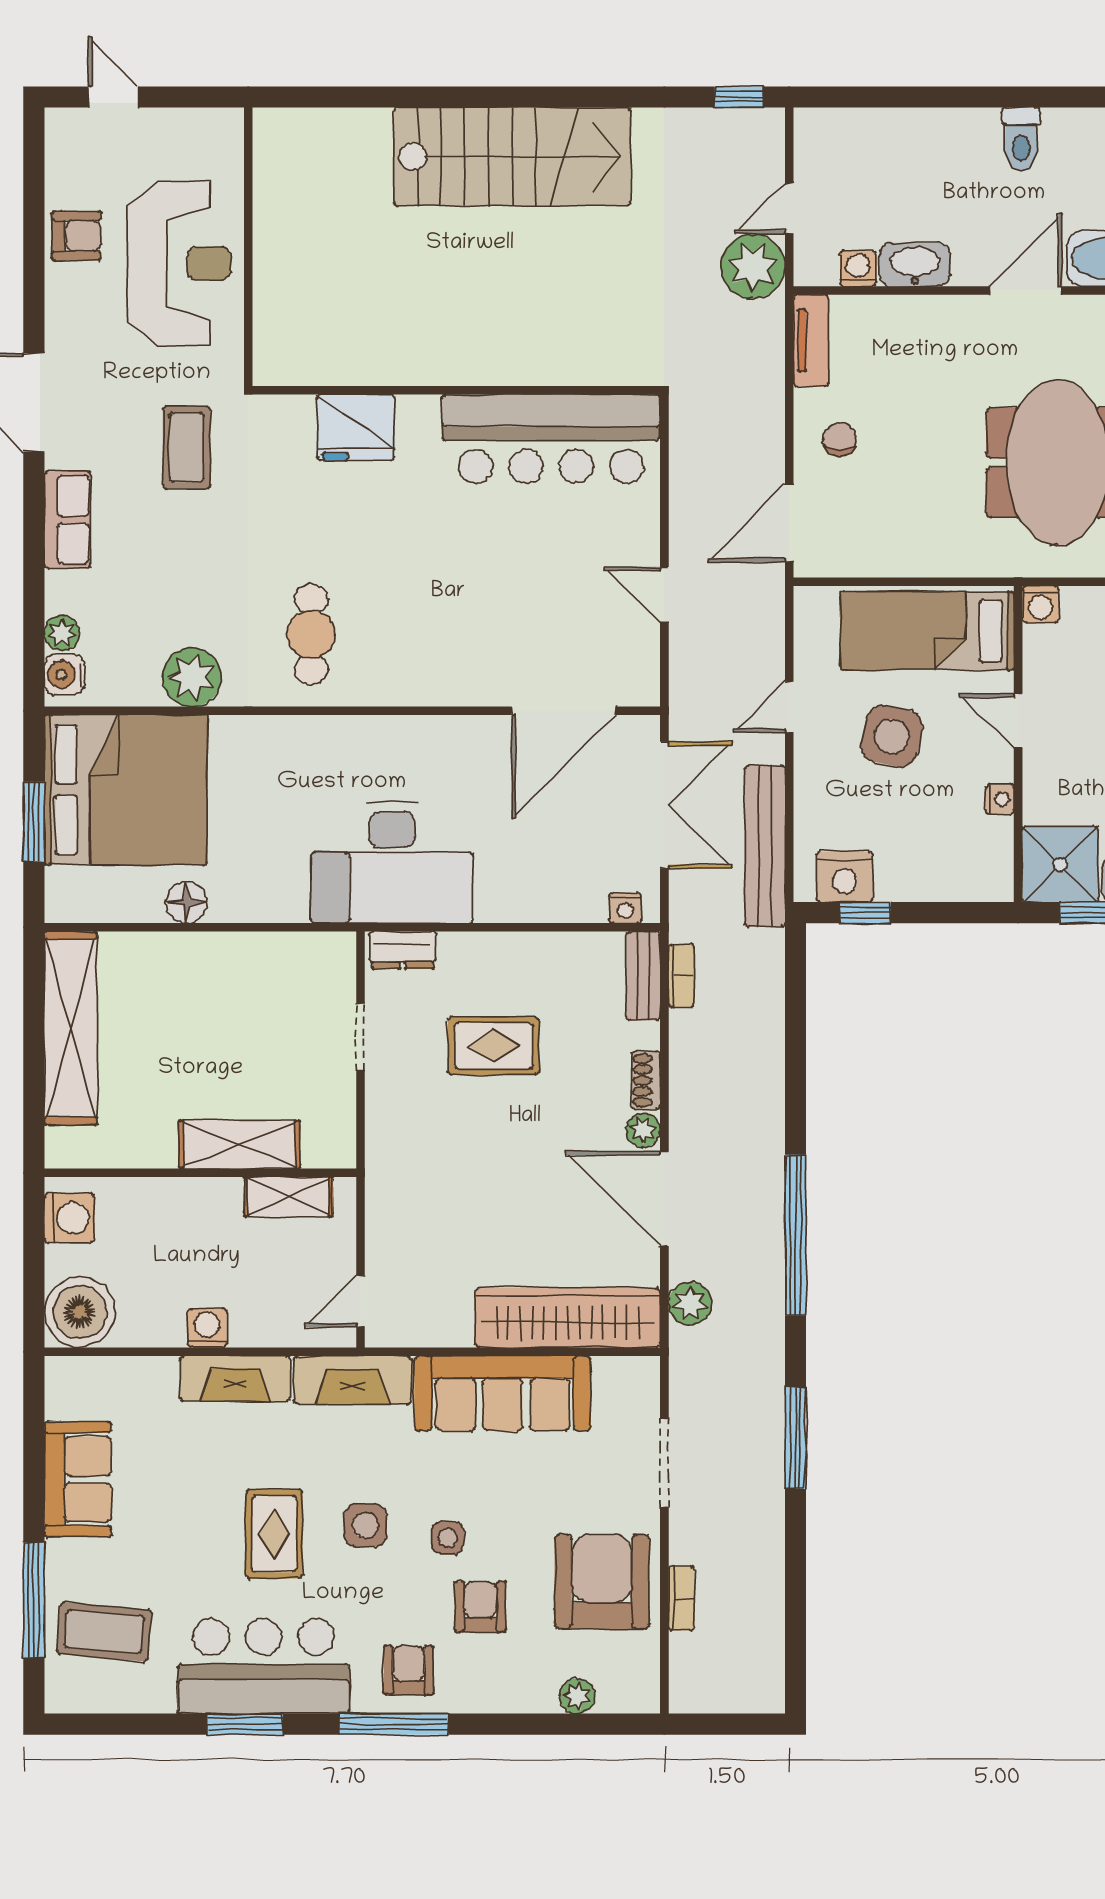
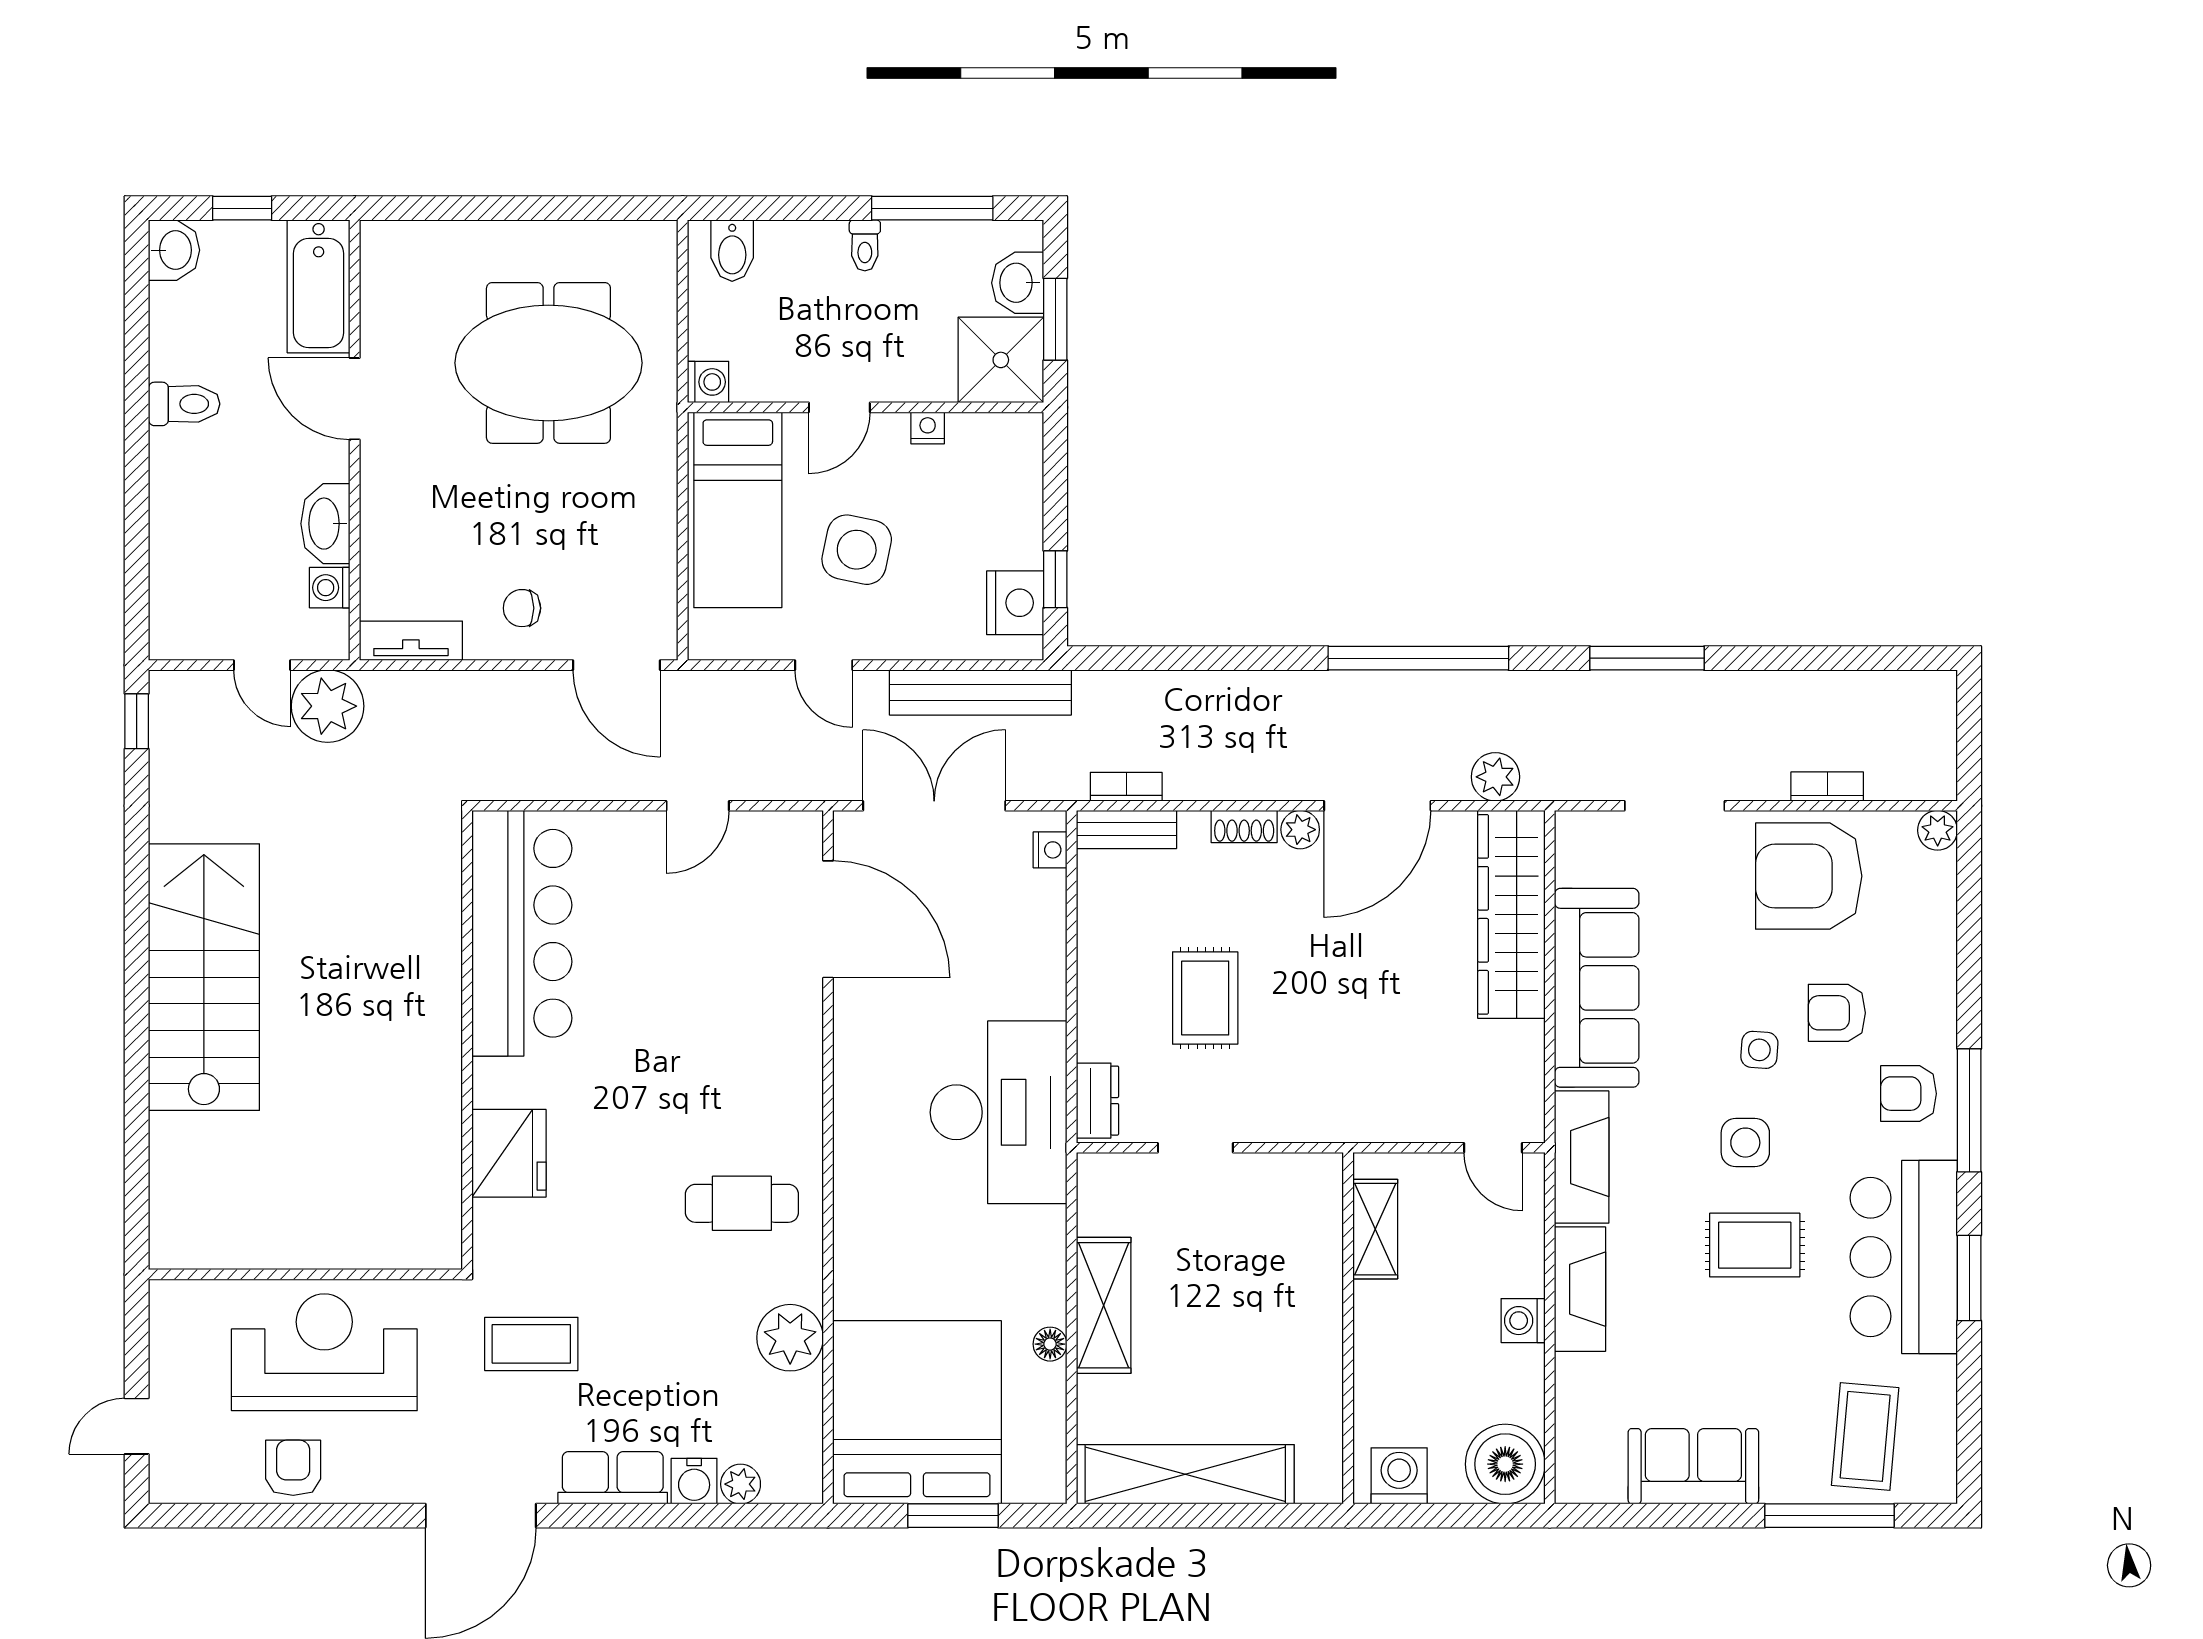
water cooler: (65, 674) -> (694, 1481), moved
floor lamp: (186, 902) -> (1050, 1344), width x0.73, depth x0.73
shelving: (239, 1144) -> (1104, 1305), moved
plant: (577, 1696) -> (1938, 830), moved

